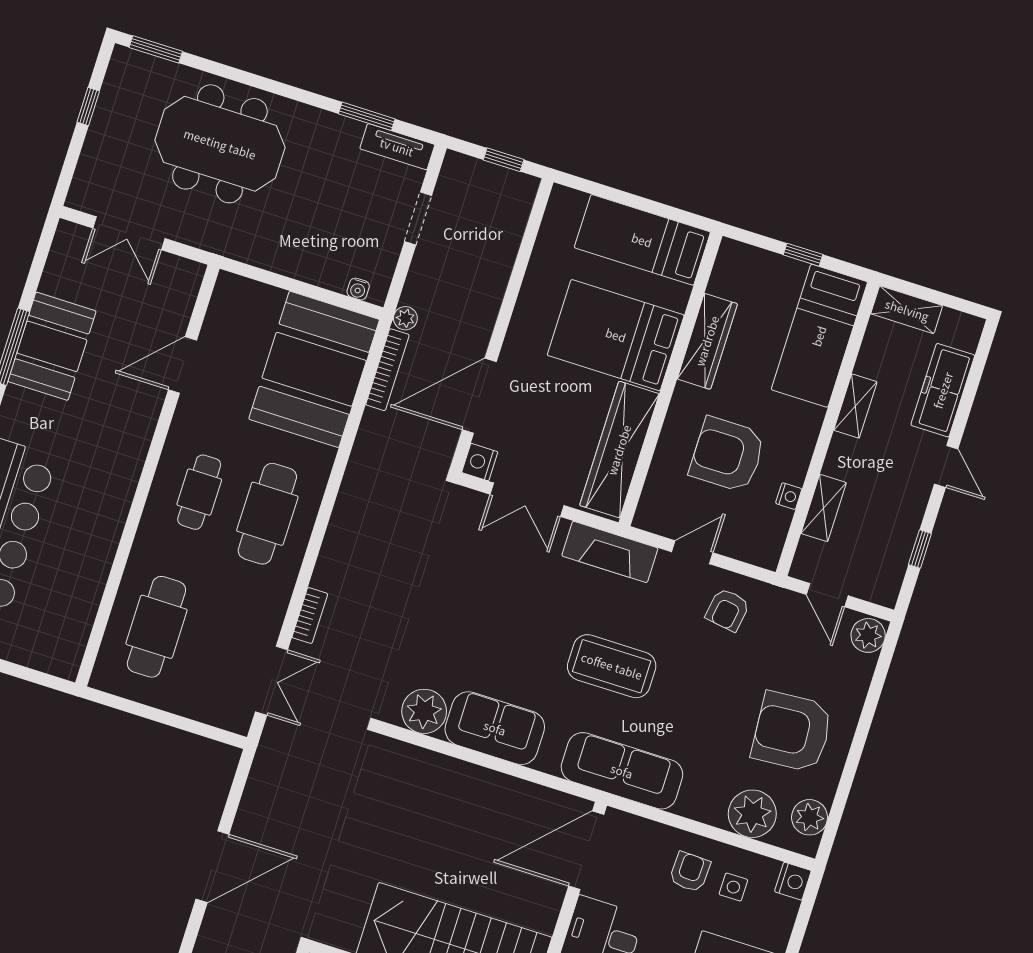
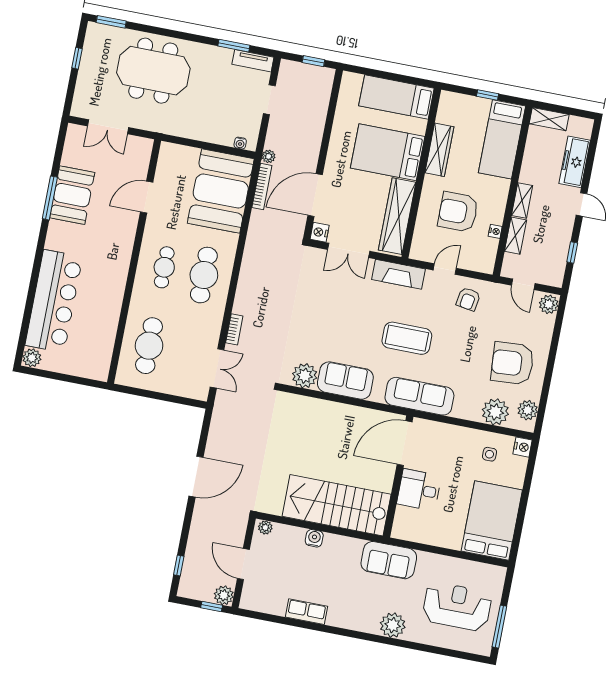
shelving: (855, 406) -> (522, 201), moved
armchair: (690, 872) -> (464, 449), removed

